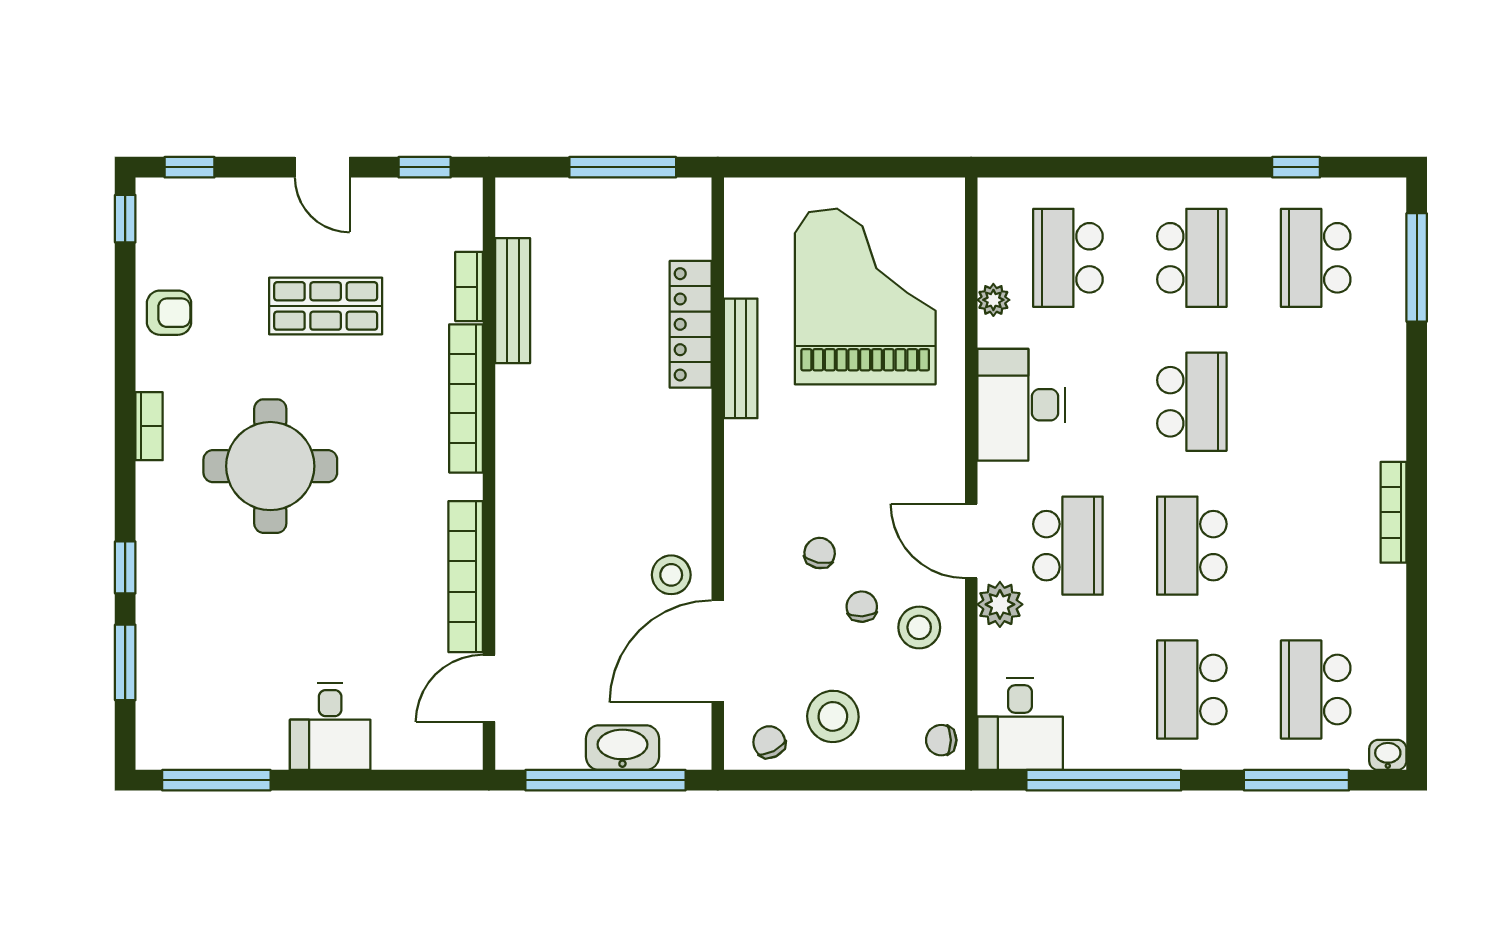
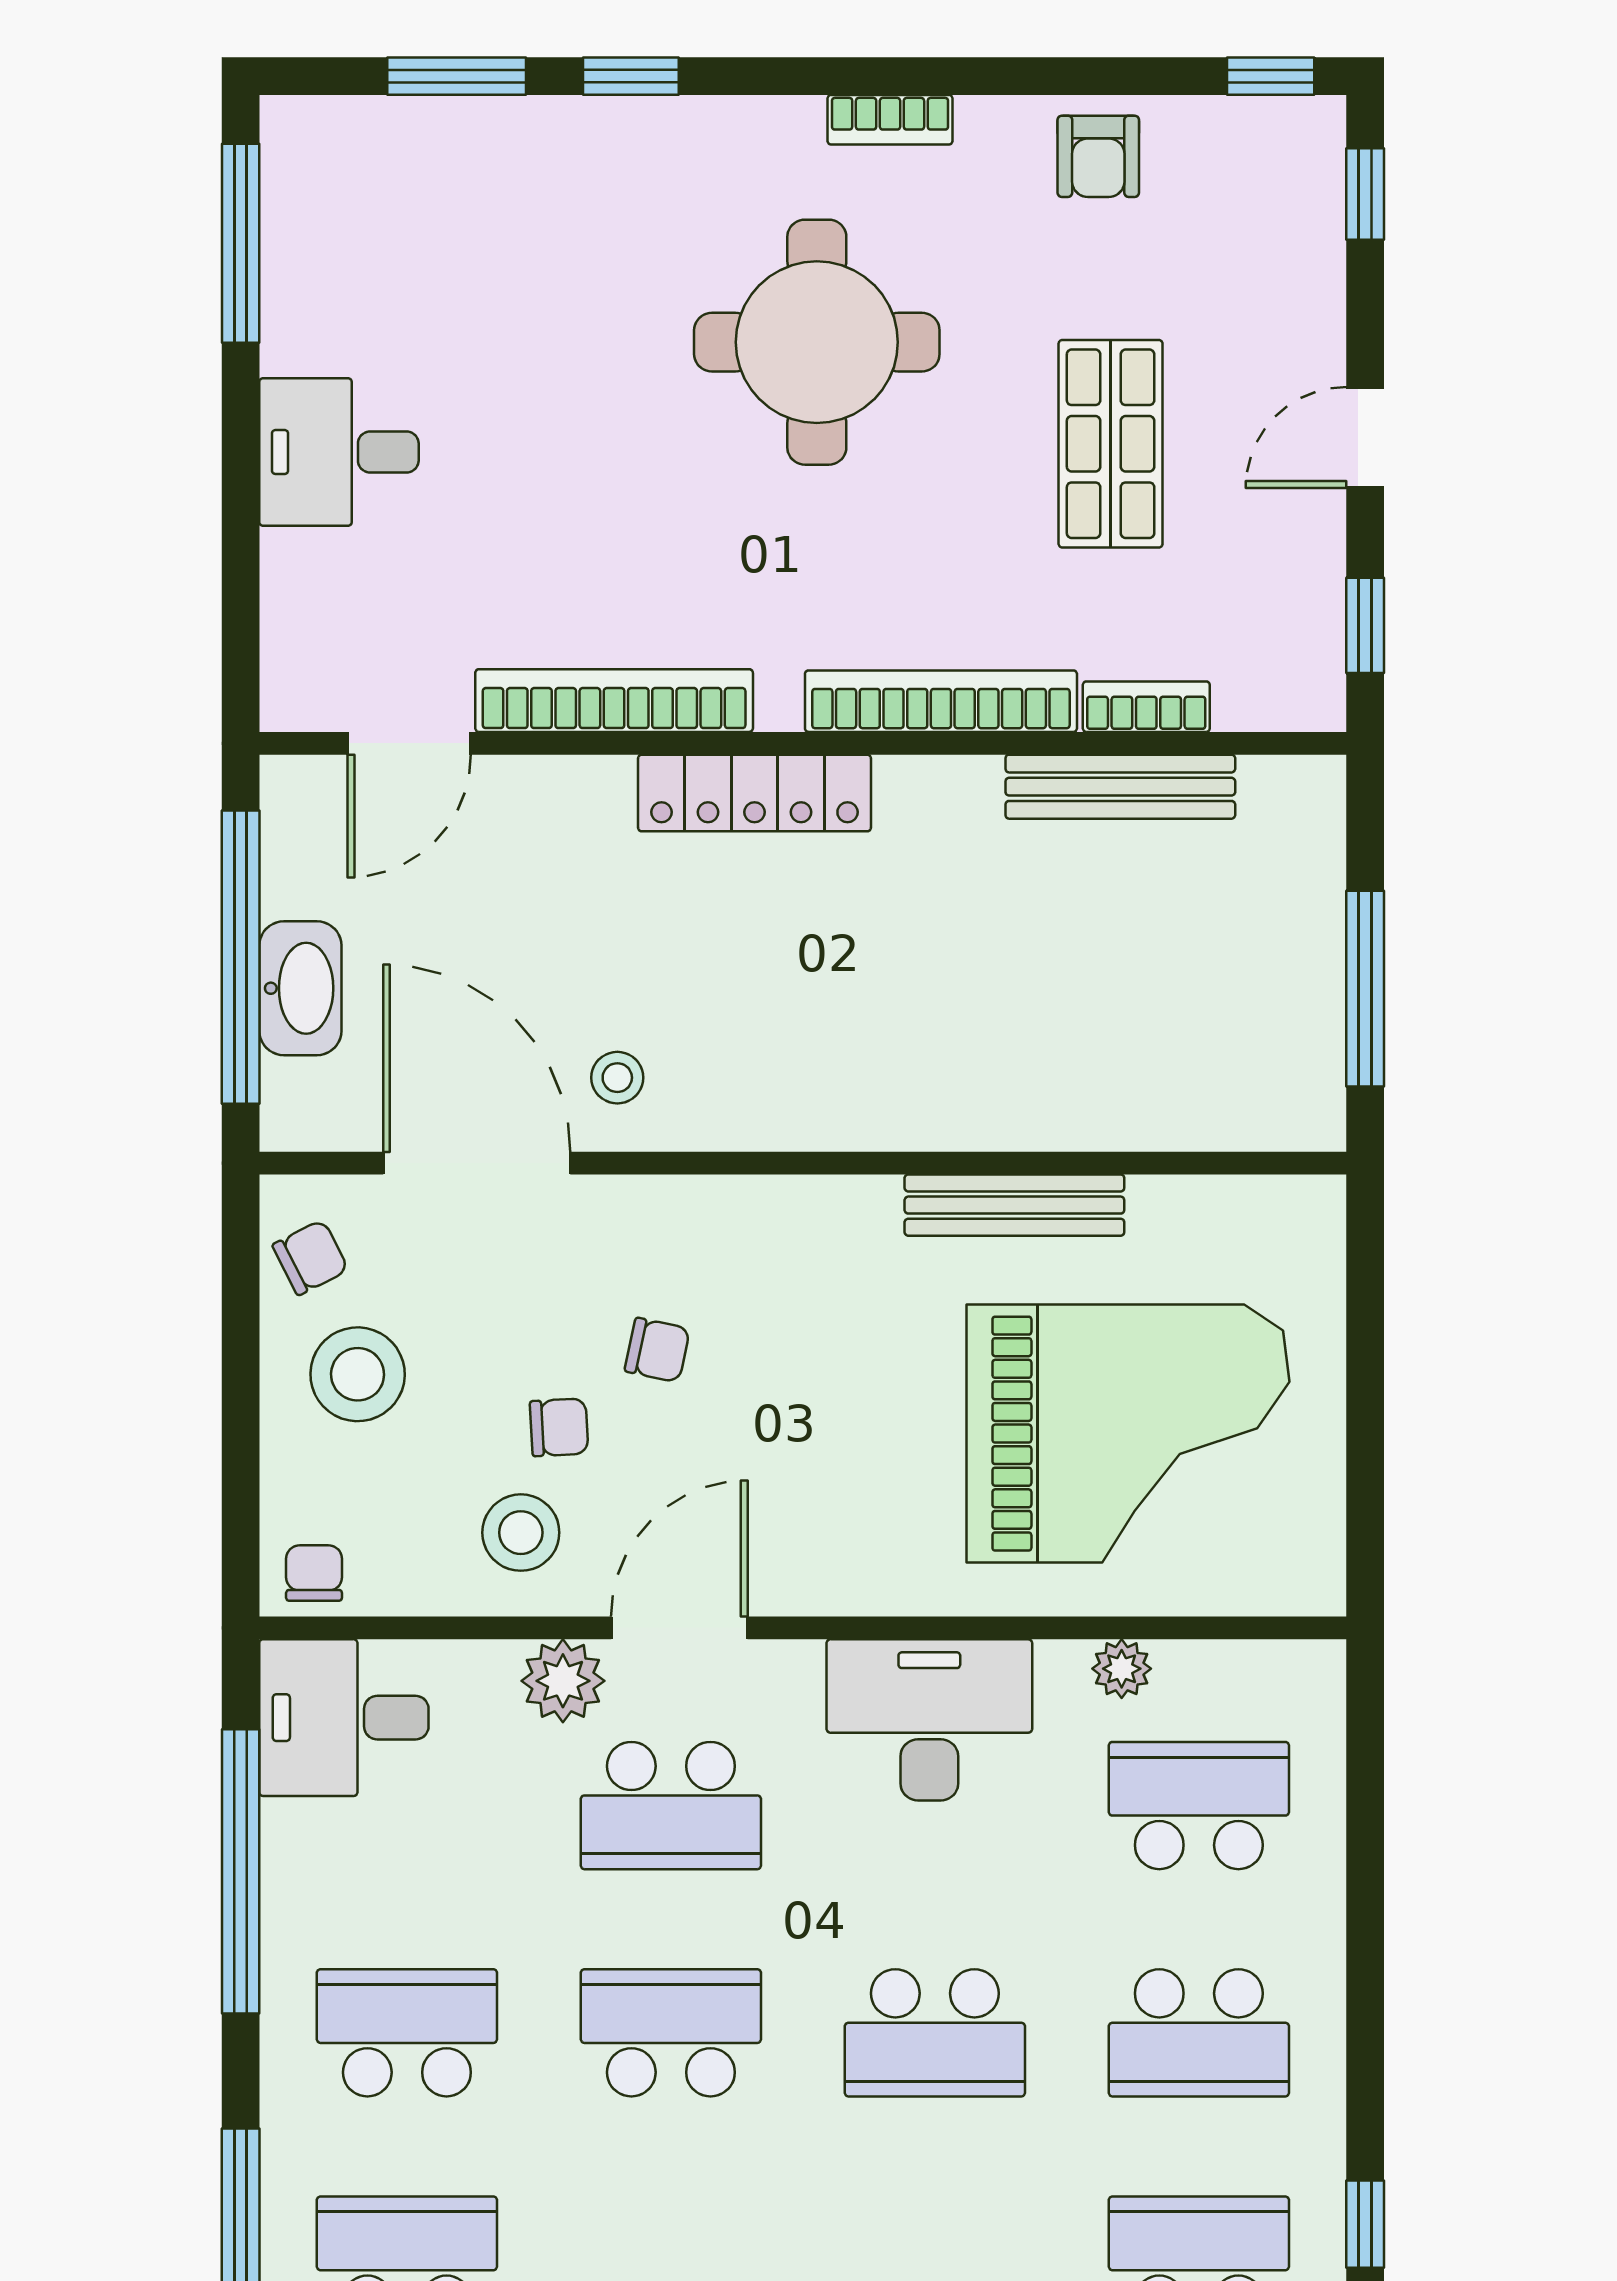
locker: (691, 324) -> (755, 793), moved, turned 180
stool: (671, 575) -> (617, 1078), width x0.73, depth x0.73
door: (489, 688) -> (409, 743), swing flipped

